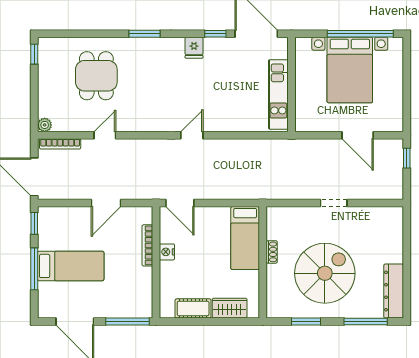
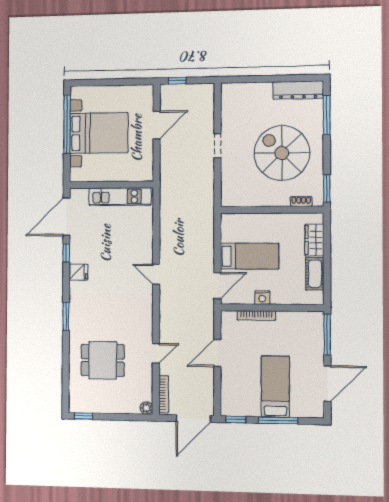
door: (105, 135) -> (156, 353), swing flipped
door: (106, 203) -> (217, 353), swing flipped
bed: (245, 238) -> (249, 256), moved
shoe rack: (272, 252) -> (301, 201), moved
window: (306, 322) -> (327, 188), moved

